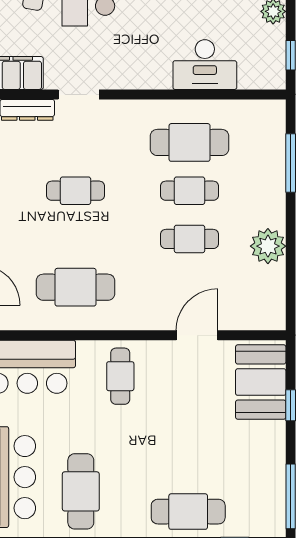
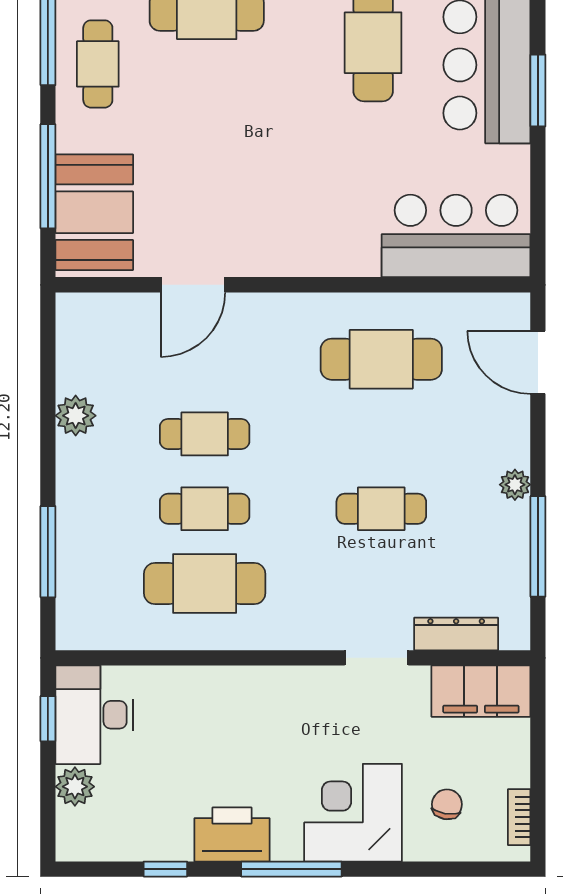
desk: (205, 65) -> (94, 715), moved, turned -90
plant: (268, 246) -> (76, 416), width x0.73, depth x0.73
cafe table: (120, 376) -> (98, 64), moved
window: (291, 405) -> (48, 176), width x2.17

